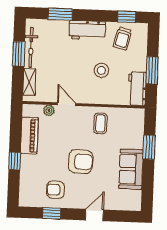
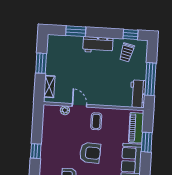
bicycle: (31, 47) -> (51, 58), removed
stool: (101, 70) -> (109, 78), removed
window: (152, 70) -> (150, 79), width x1.44
coffee table: (100, 123) -> (96, 121), moved
piano: (29, 136) -> (136, 128), moved, turned 180

